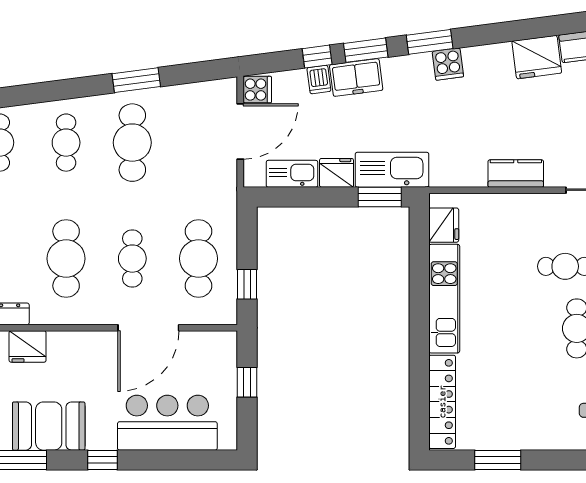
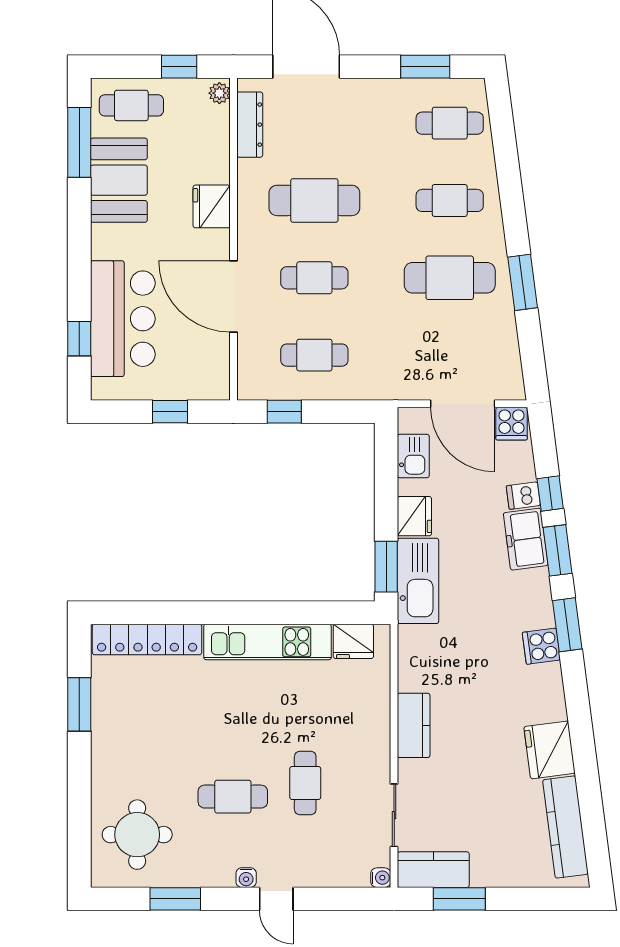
kitchen sink: (292, 174) -> (413, 456), width x0.73
cafe table: (199, 259) -> (314, 355), width x0.73, depth x0.74
fridge: (28, 346) -> (212, 206), moved
window: (103, 460) -> (79, 339), moved

